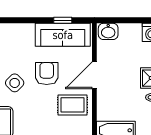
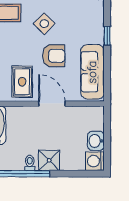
window: (63, 20) -> (107, 36), moved
washbasin: (108, 31) -> (96, 141), moved

